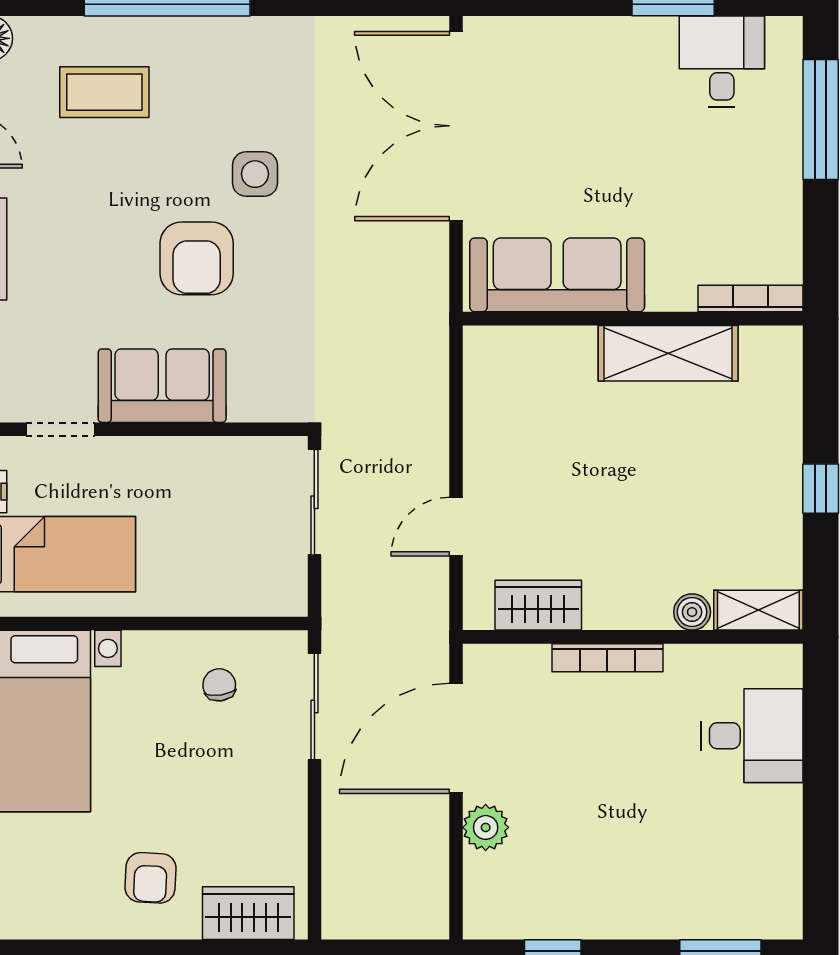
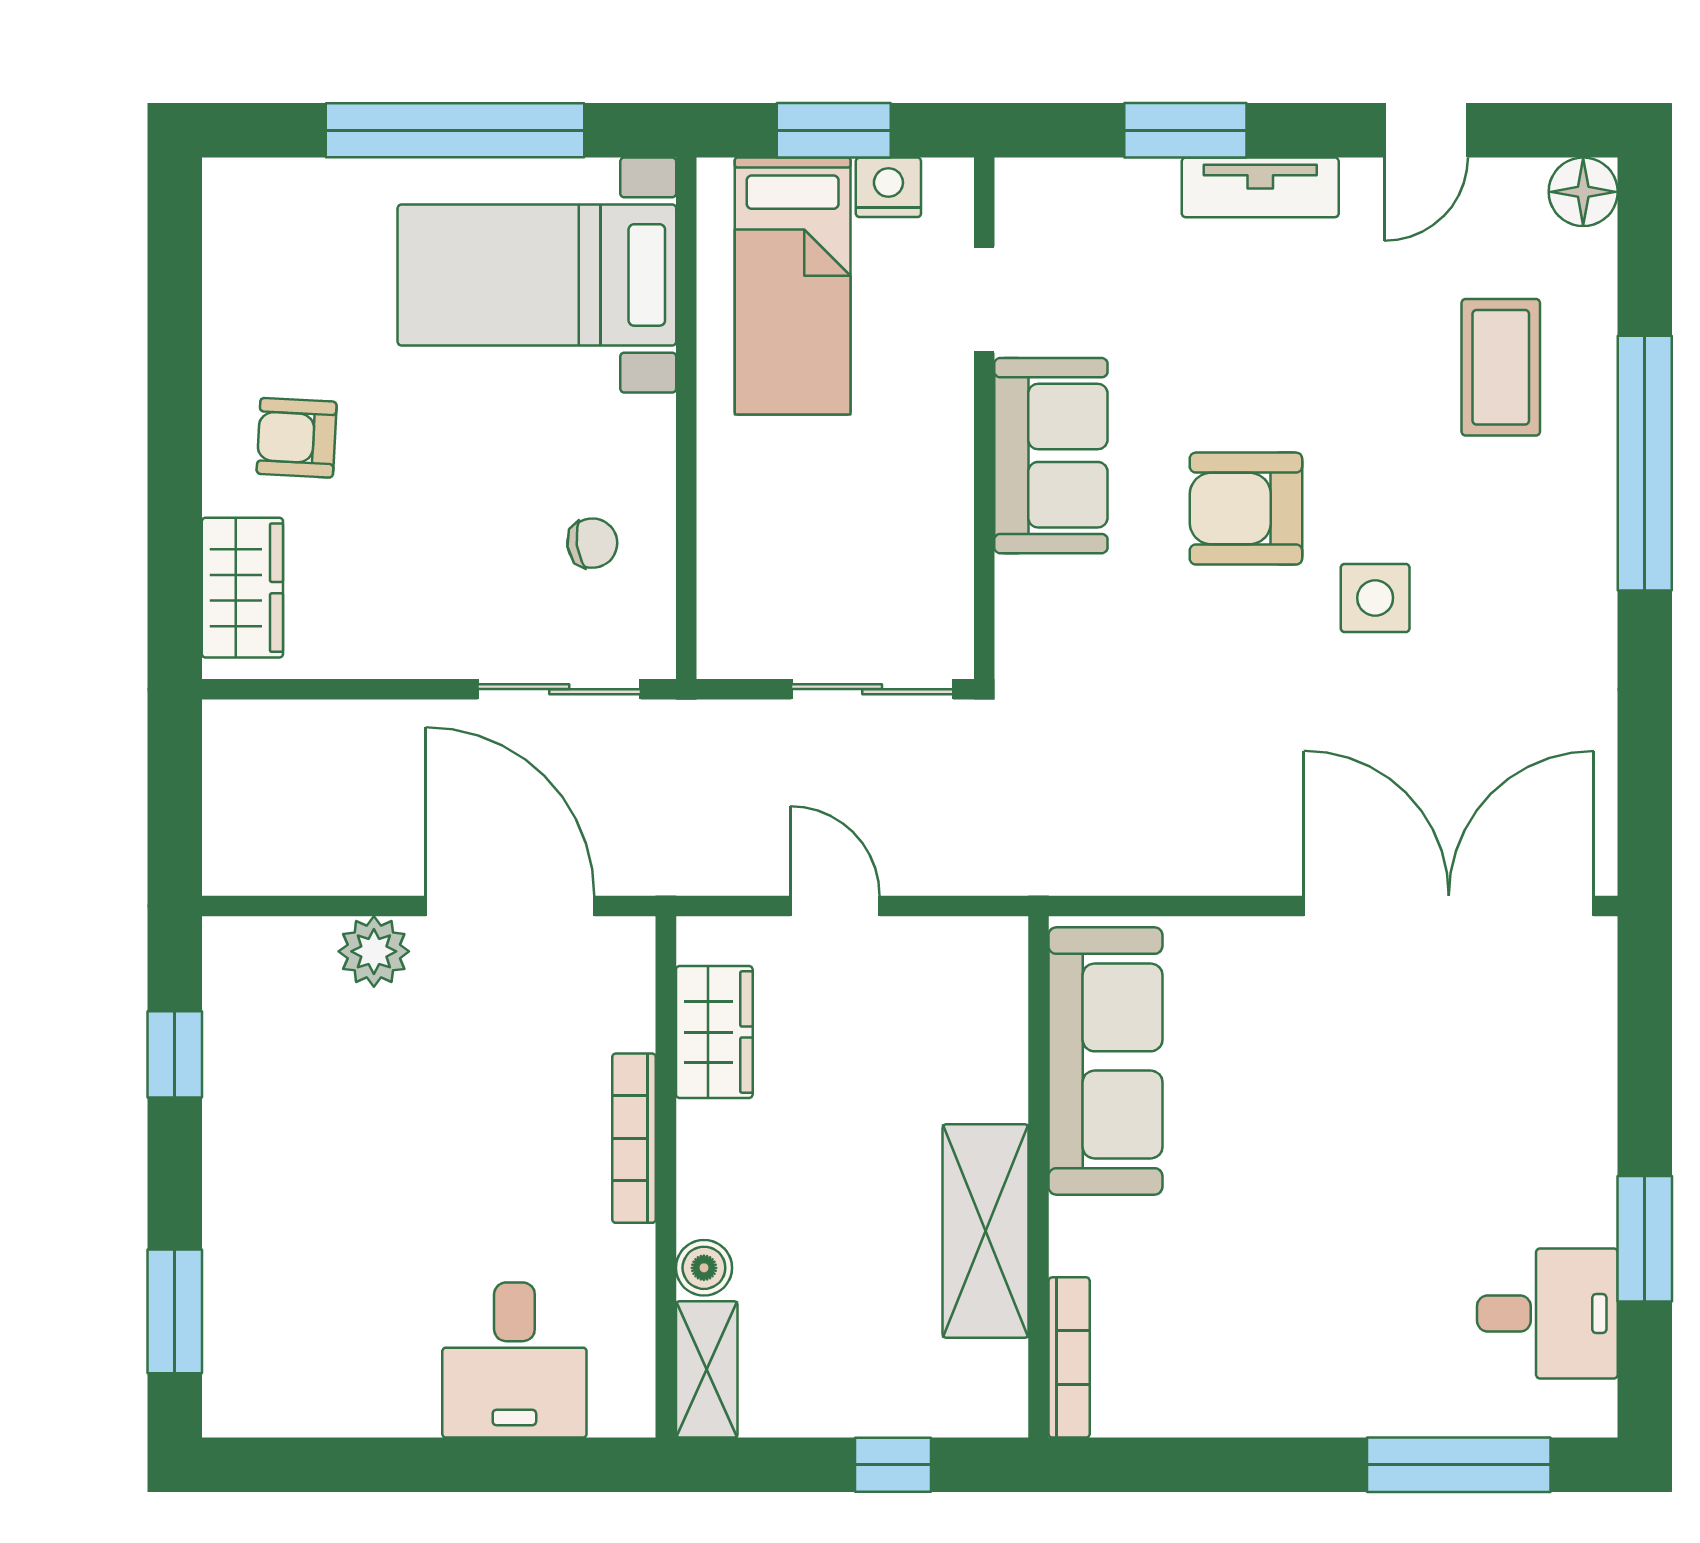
sofa: (557, 275) -> (1105, 1061), moved
bookcase: (751, 299) -> (1069, 1357), moved
wall: (633, 319) -> (1038, 1177), moved
shelving: (668, 353) -> (986, 1231), moved

